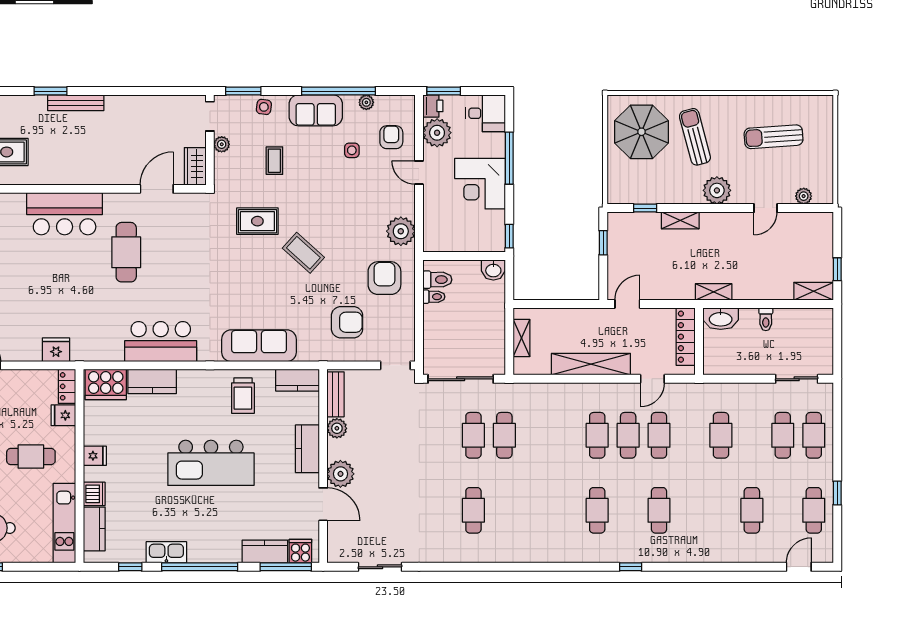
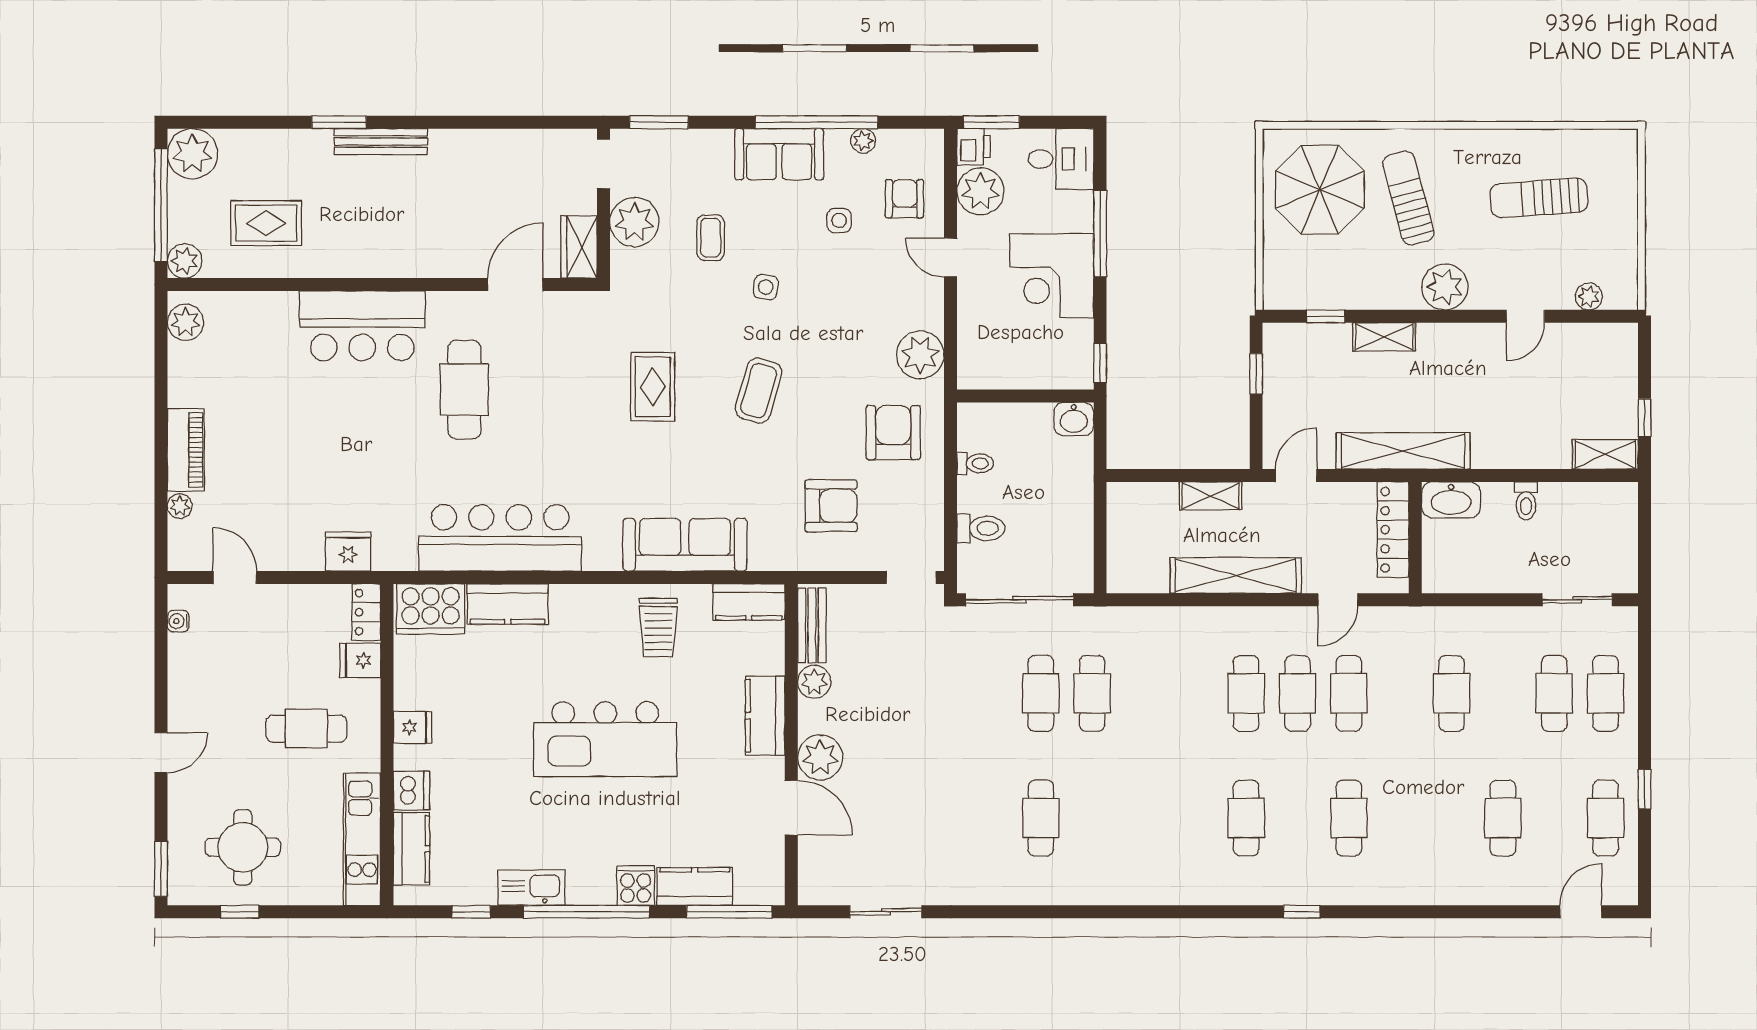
side table: (264, 107) -> (766, 287), moved
plant: (222, 144) -> (634, 222), width x1.87, depth x1.87
rug: (257, 221) -> (653, 387), moved, turned 90
coffee table: (303, 253) -> (759, 391), turned 64
toilet: (437, 280) -> (981, 528), moved
shelving: (714, 292) -> (1403, 451), width x2.20, depth x1.33
shelving: (521, 338) -> (1211, 496), moved, turned 90
bar counter: (161, 342) -> (500, 538), width x1.36
cooker: (300, 551) -> (636, 886), moved

